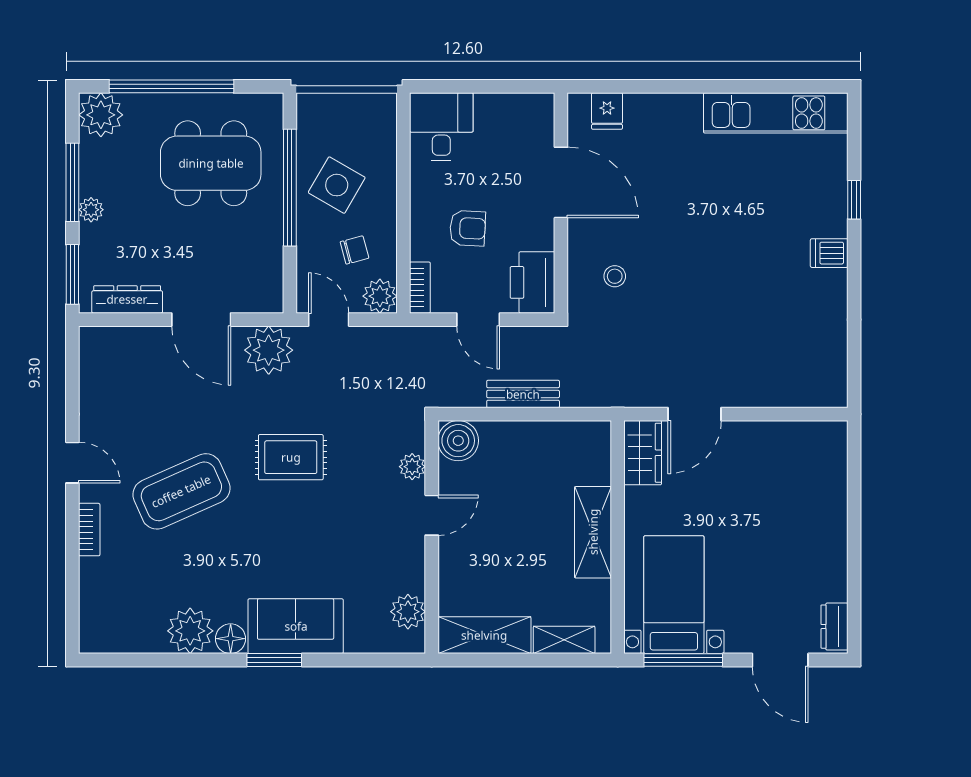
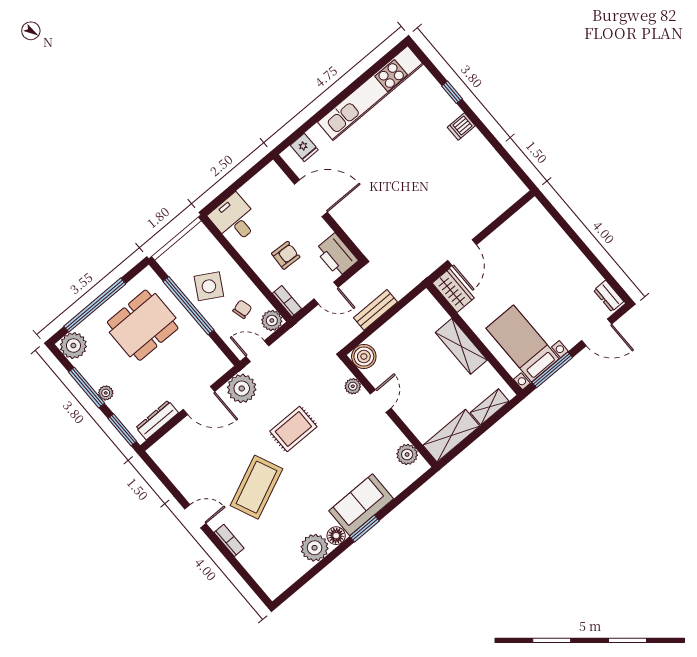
kitchen unit: (776, 113) -> (370, 93), width x1.36
stool: (615, 276) -> (372, 220), removed

